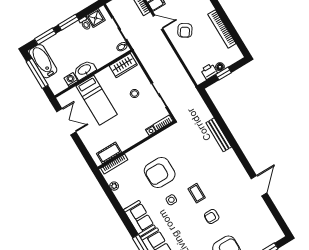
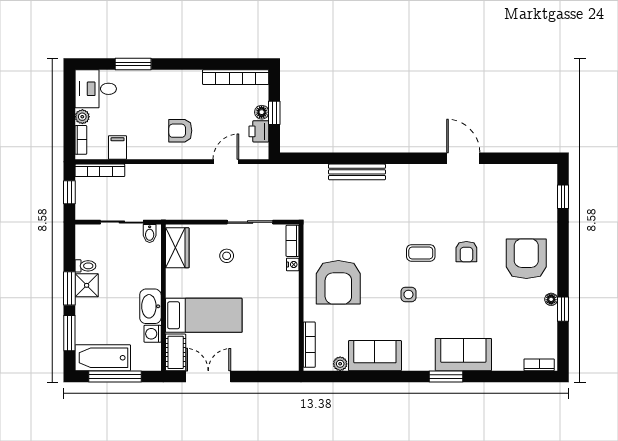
shower: (96, 18) -> (87, 285), moved
door: (158, 22) -> (226, 162), moved
bookcase: (222, 29) -> (236, 77), moved
armchair: (185, 30) -> (180, 131), turned 147
cot: (109, 153) -> (176, 352), moved
armchair: (160, 172) -> (338, 282), moved
sofa: (139, 218) -> (375, 356), moved

